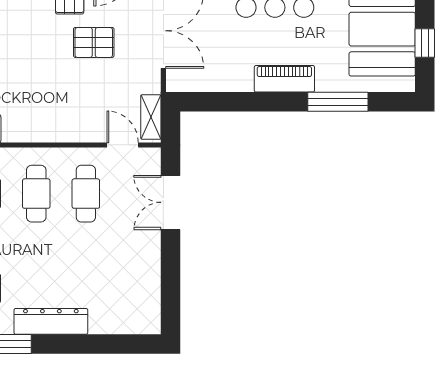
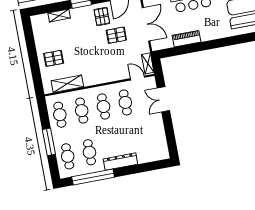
piano: (284, 79) -> (187, 39), moved
window: (338, 102) -> (229, 41), removed

